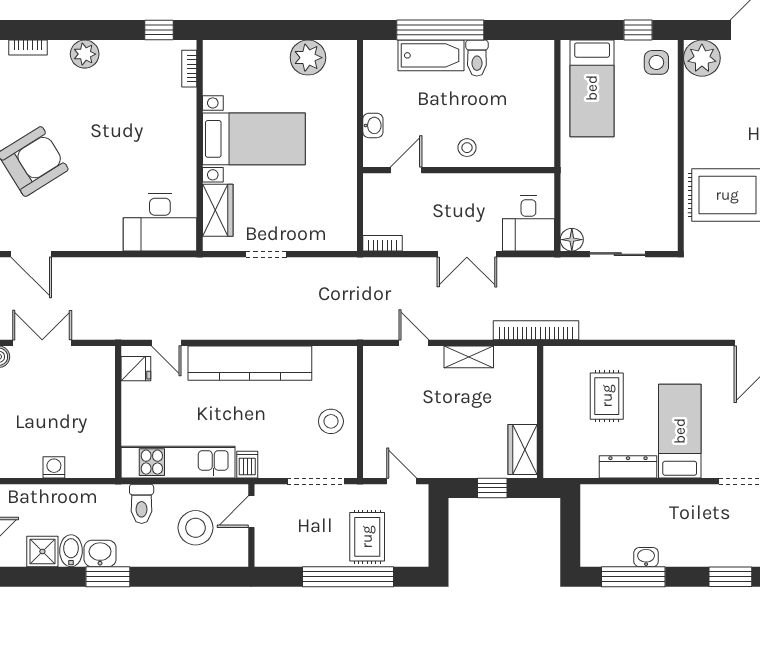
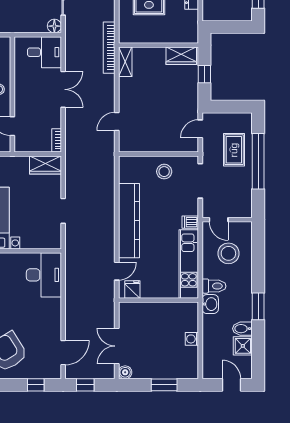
wardrobe: (218, 210) -> (46, 165), moved, turned 180
shelving: (469, 357) -> (125, 62), moved
rug: (367, 537) -> (234, 150), turned 90
washbasin: (100, 553) -> (210, 304), moved, turned 180

